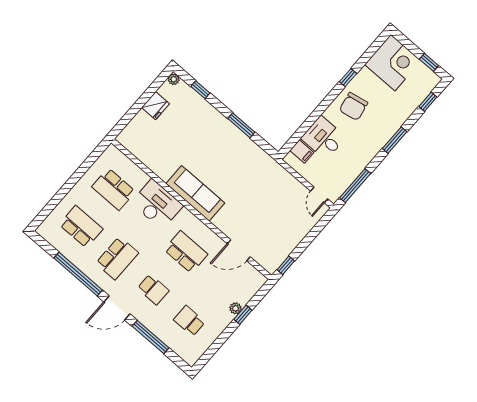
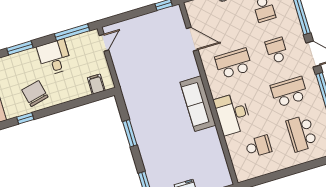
chair: (354, 106) -> (35, 94), turned -92
desk: (323, 138) -> (54, 57), moved, turned 180
school desk: (114, 189) -> (258, 146), width x0.54
school desk: (186, 252) -> (234, 63), turned 90

